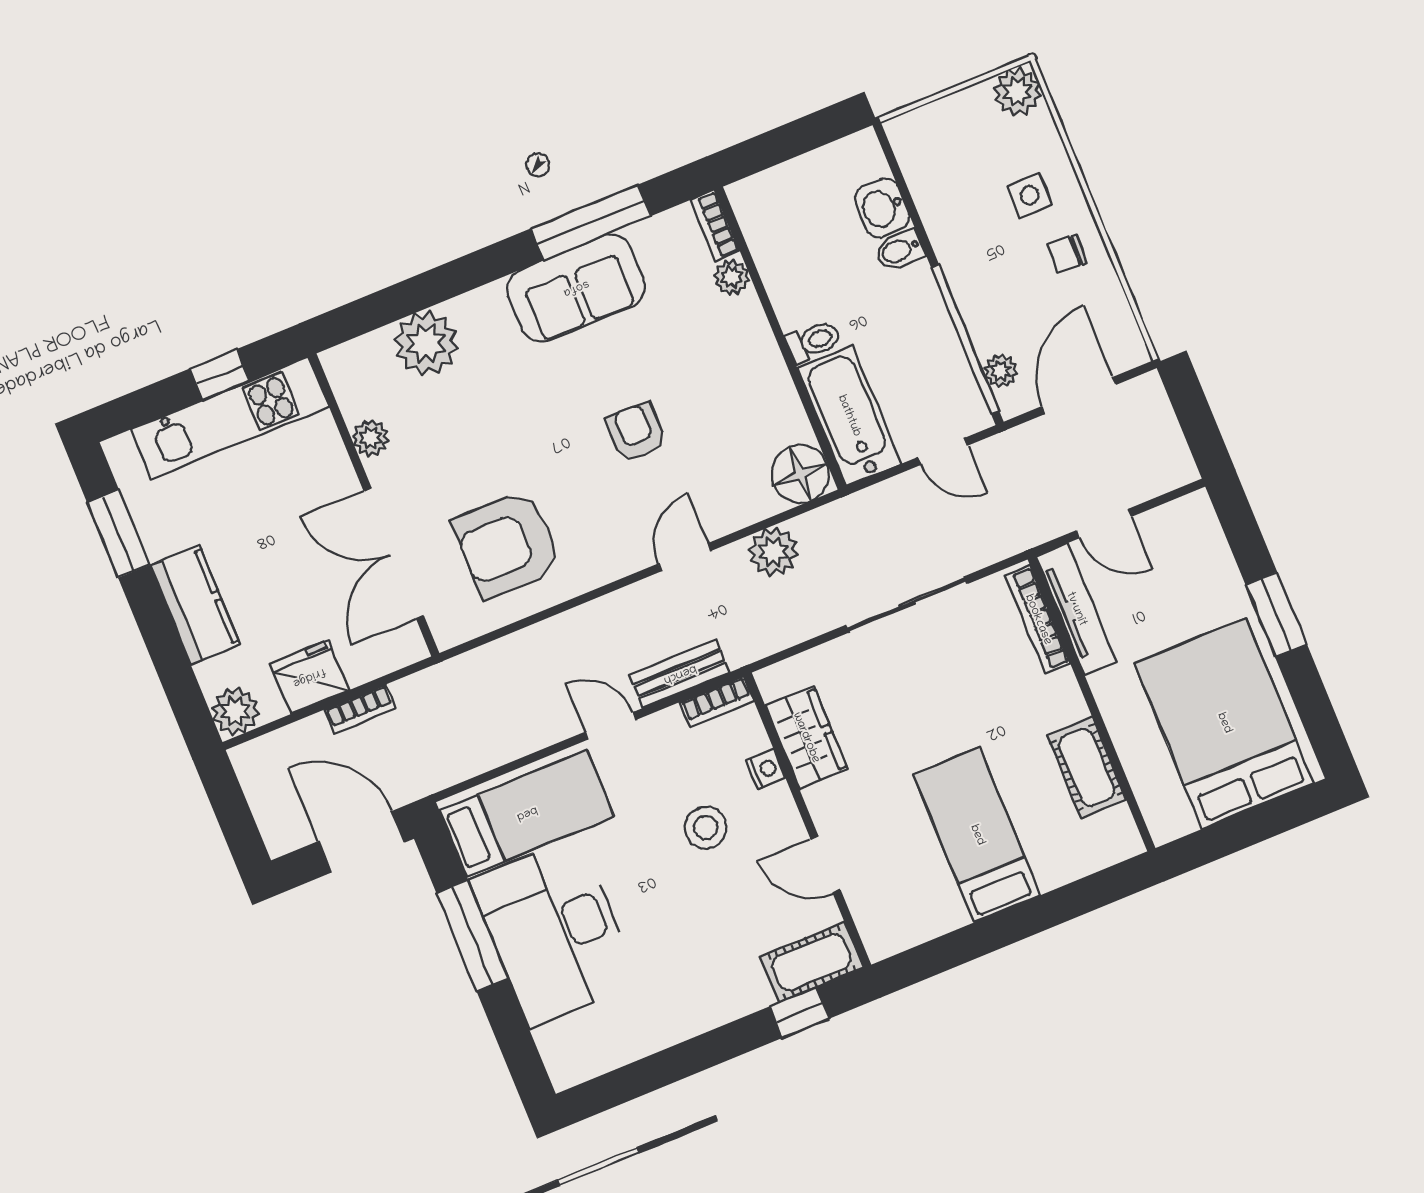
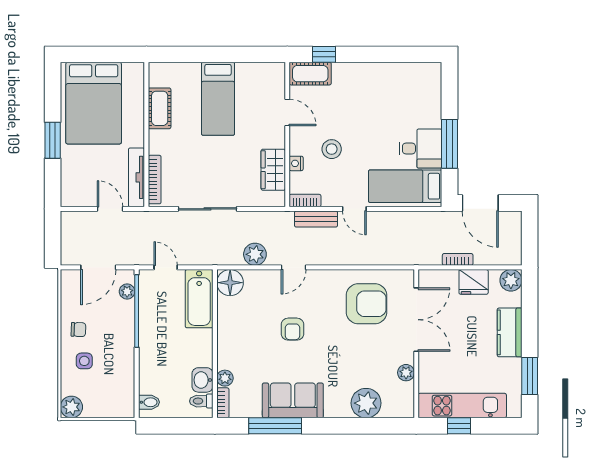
washbasin: (882, 208) -> (203, 380), moved, turned 180
bidet: (899, 250) -> (149, 402), moved
toilet: (814, 341) -> (201, 401), moved
desk: (554, 932) -> (420, 149), width x0.53, depth x0.77

